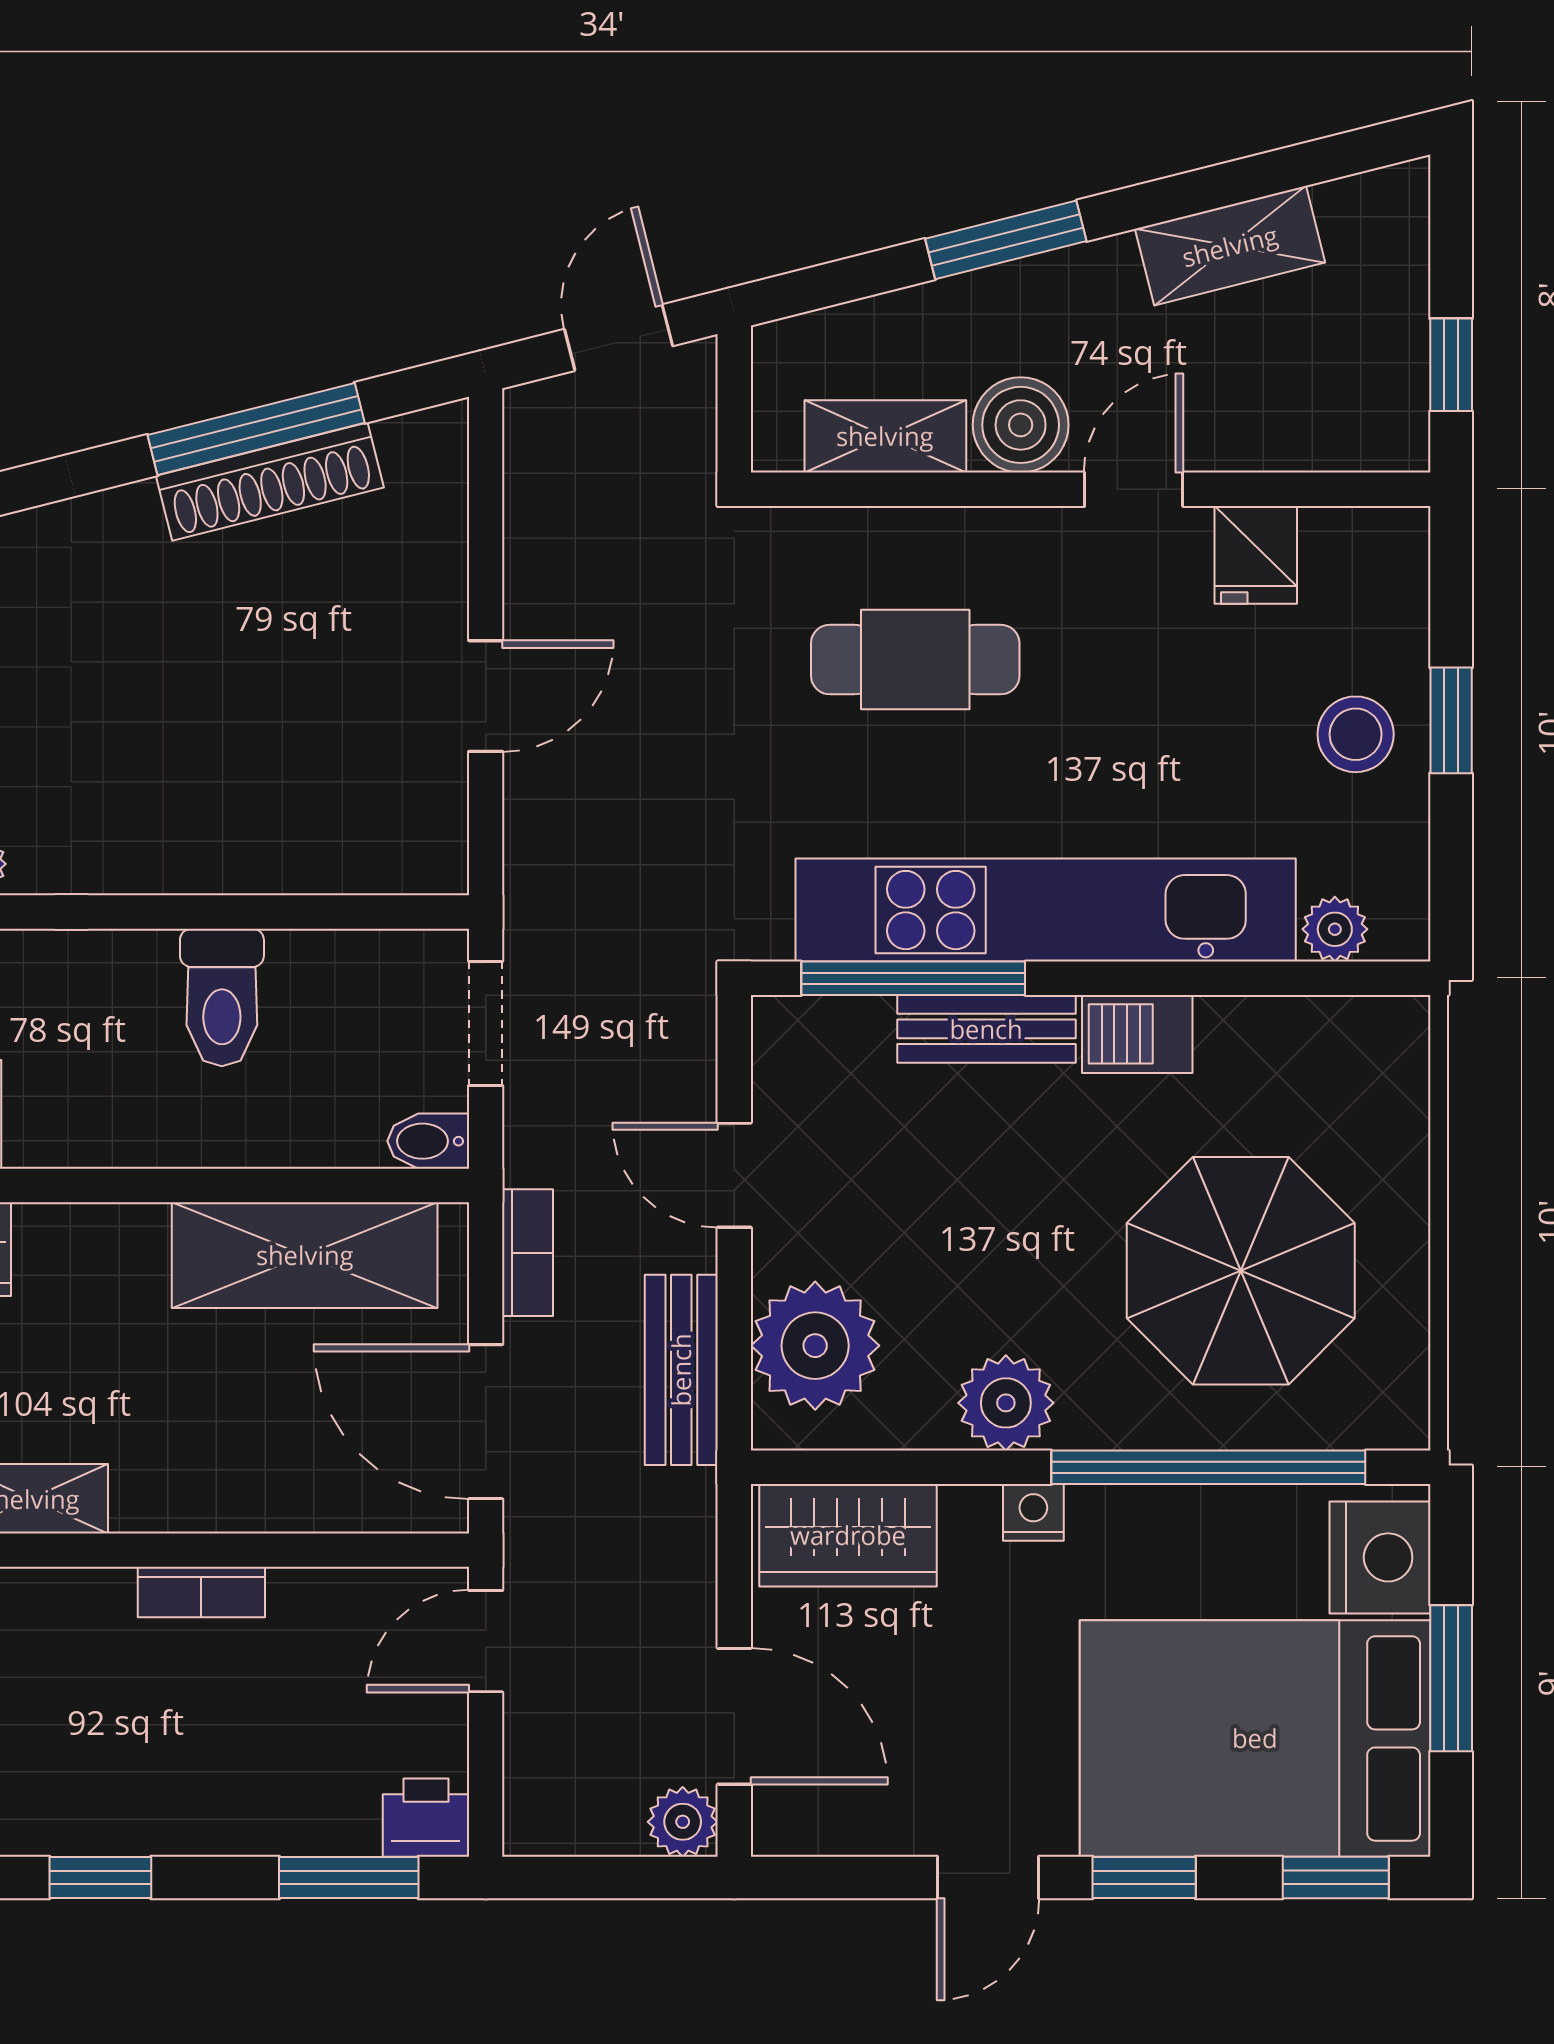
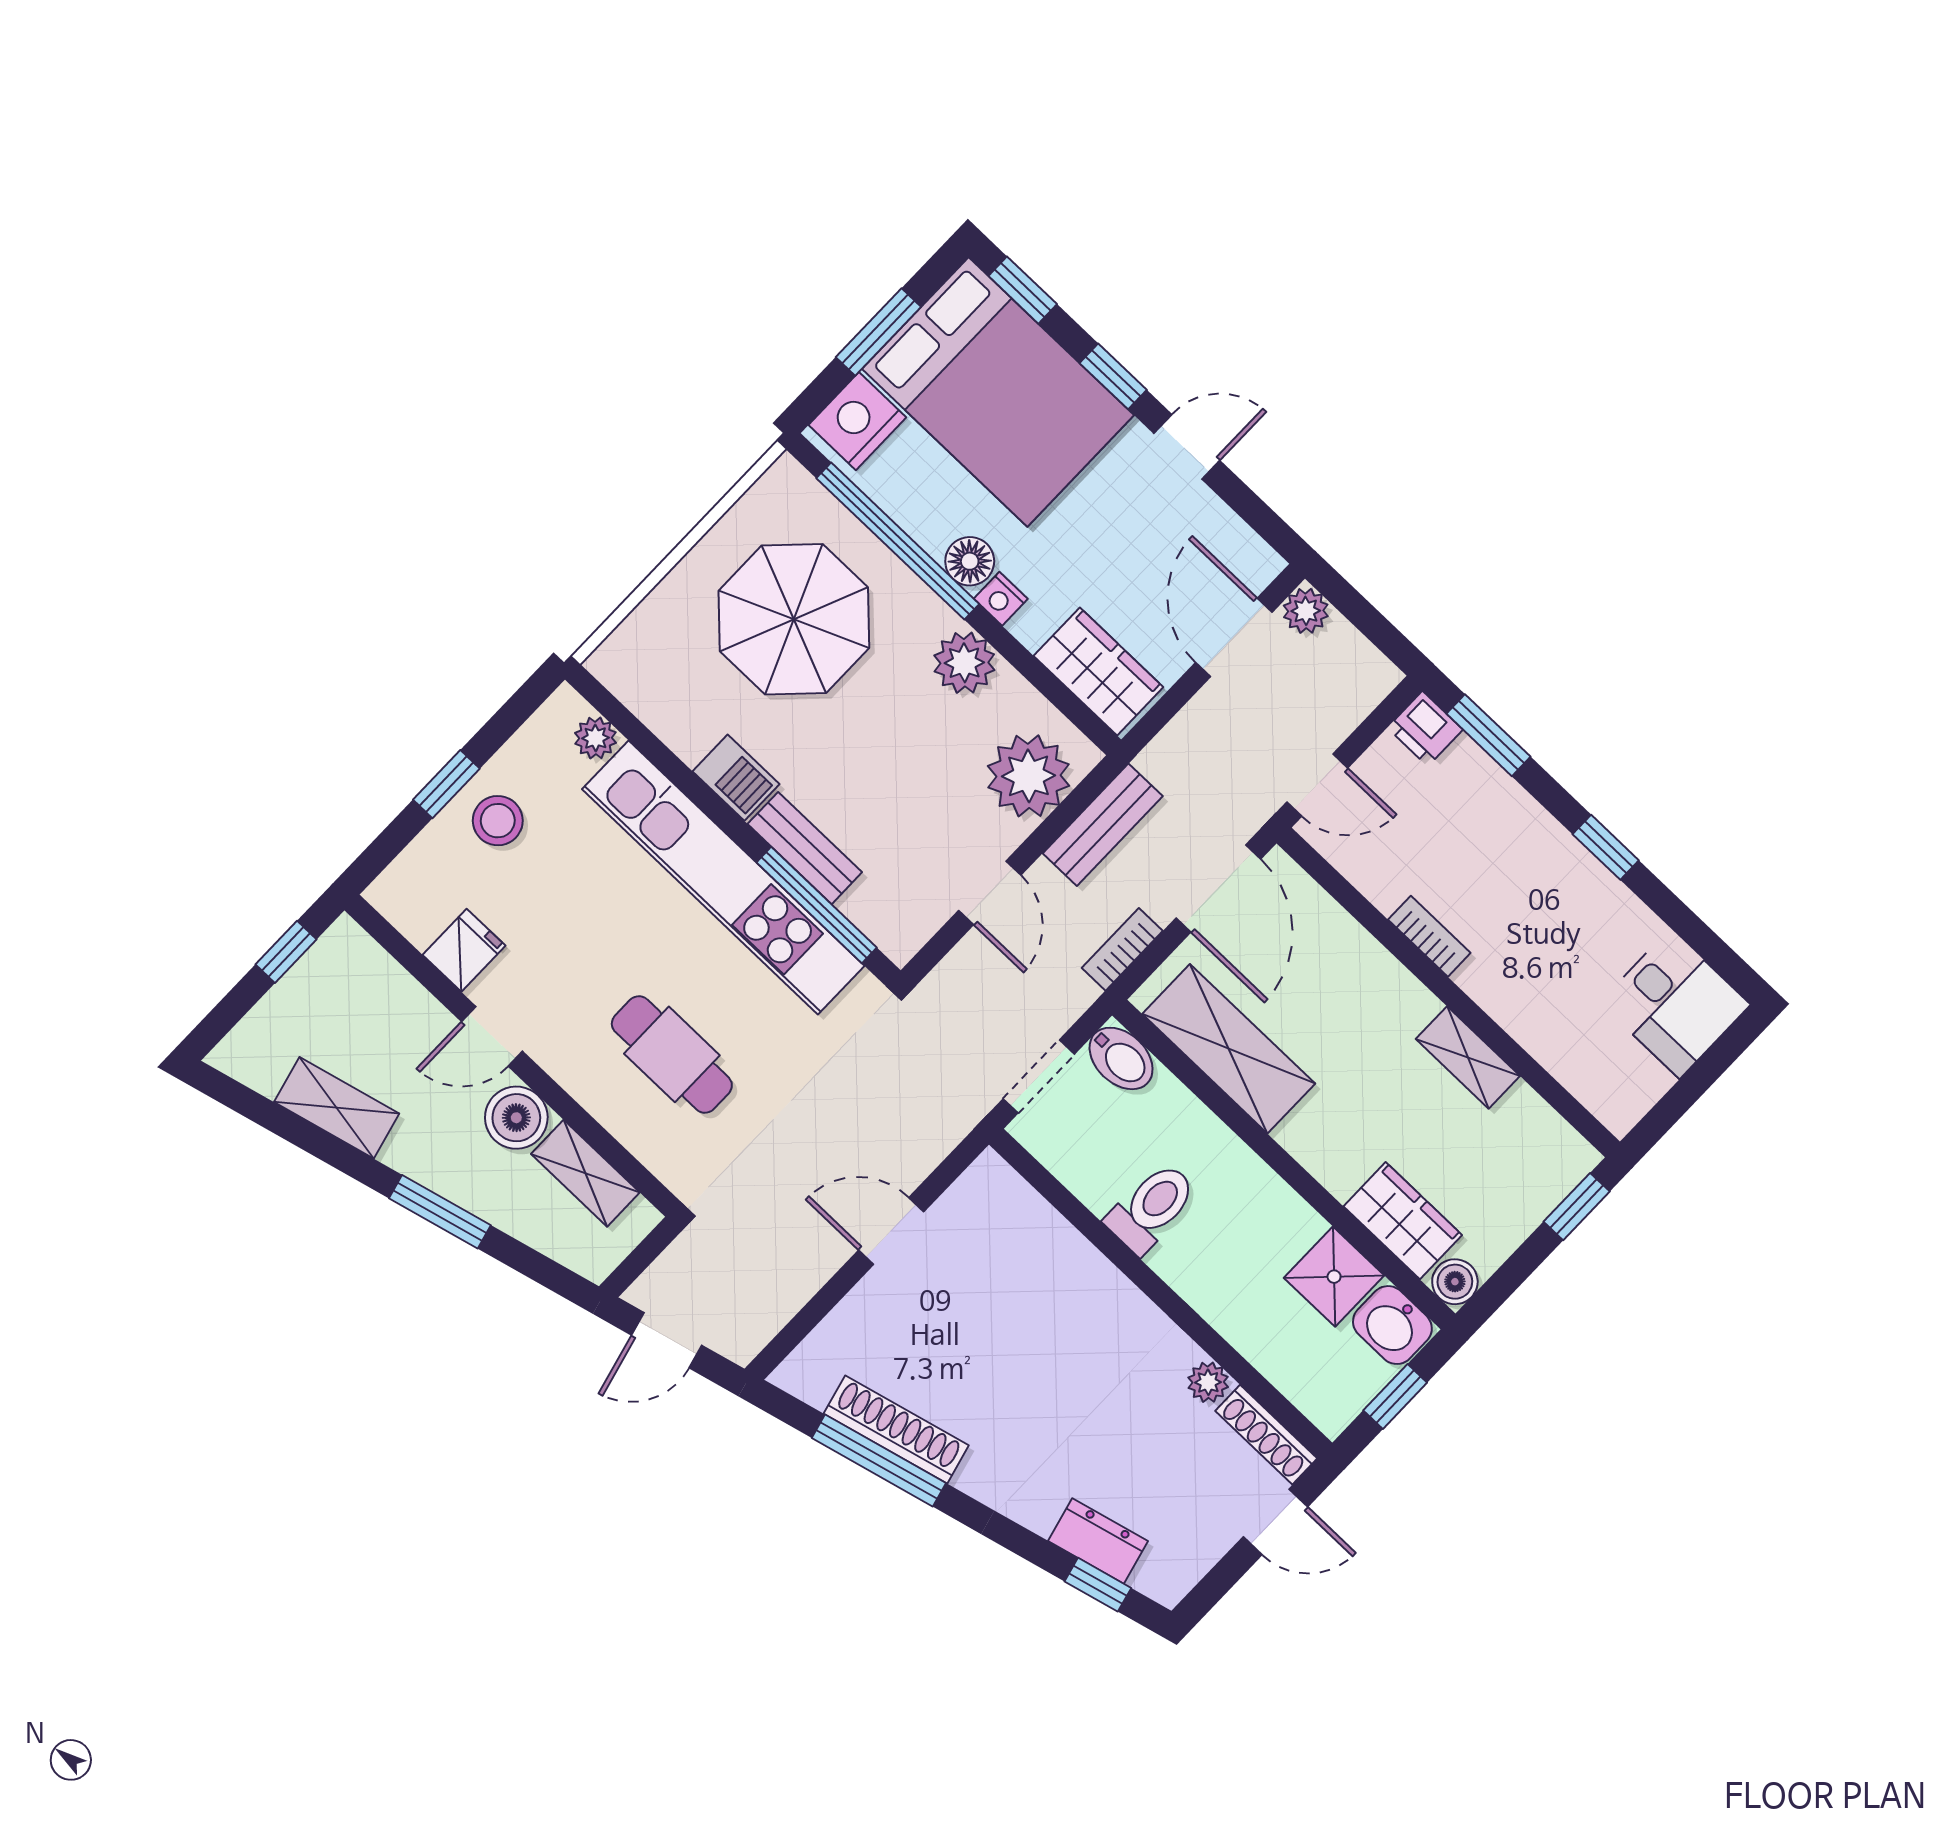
bidet: (428, 1141) -> (1121, 1058), width x1.38, depth x1.36
floor lamp: (1107, 1521) -> (970, 561), added

